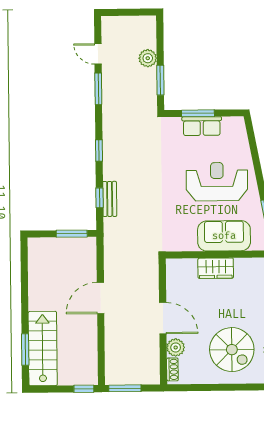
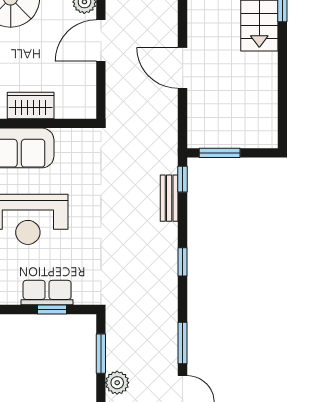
window: (198, 113) -> (52, 310), width x0.67
window: (99, 198) -> (183, 179), moved
door: (101, 298) -> (183, 68), swing flipped
door: (163, 318) -> (101, 40), hinge flipped

